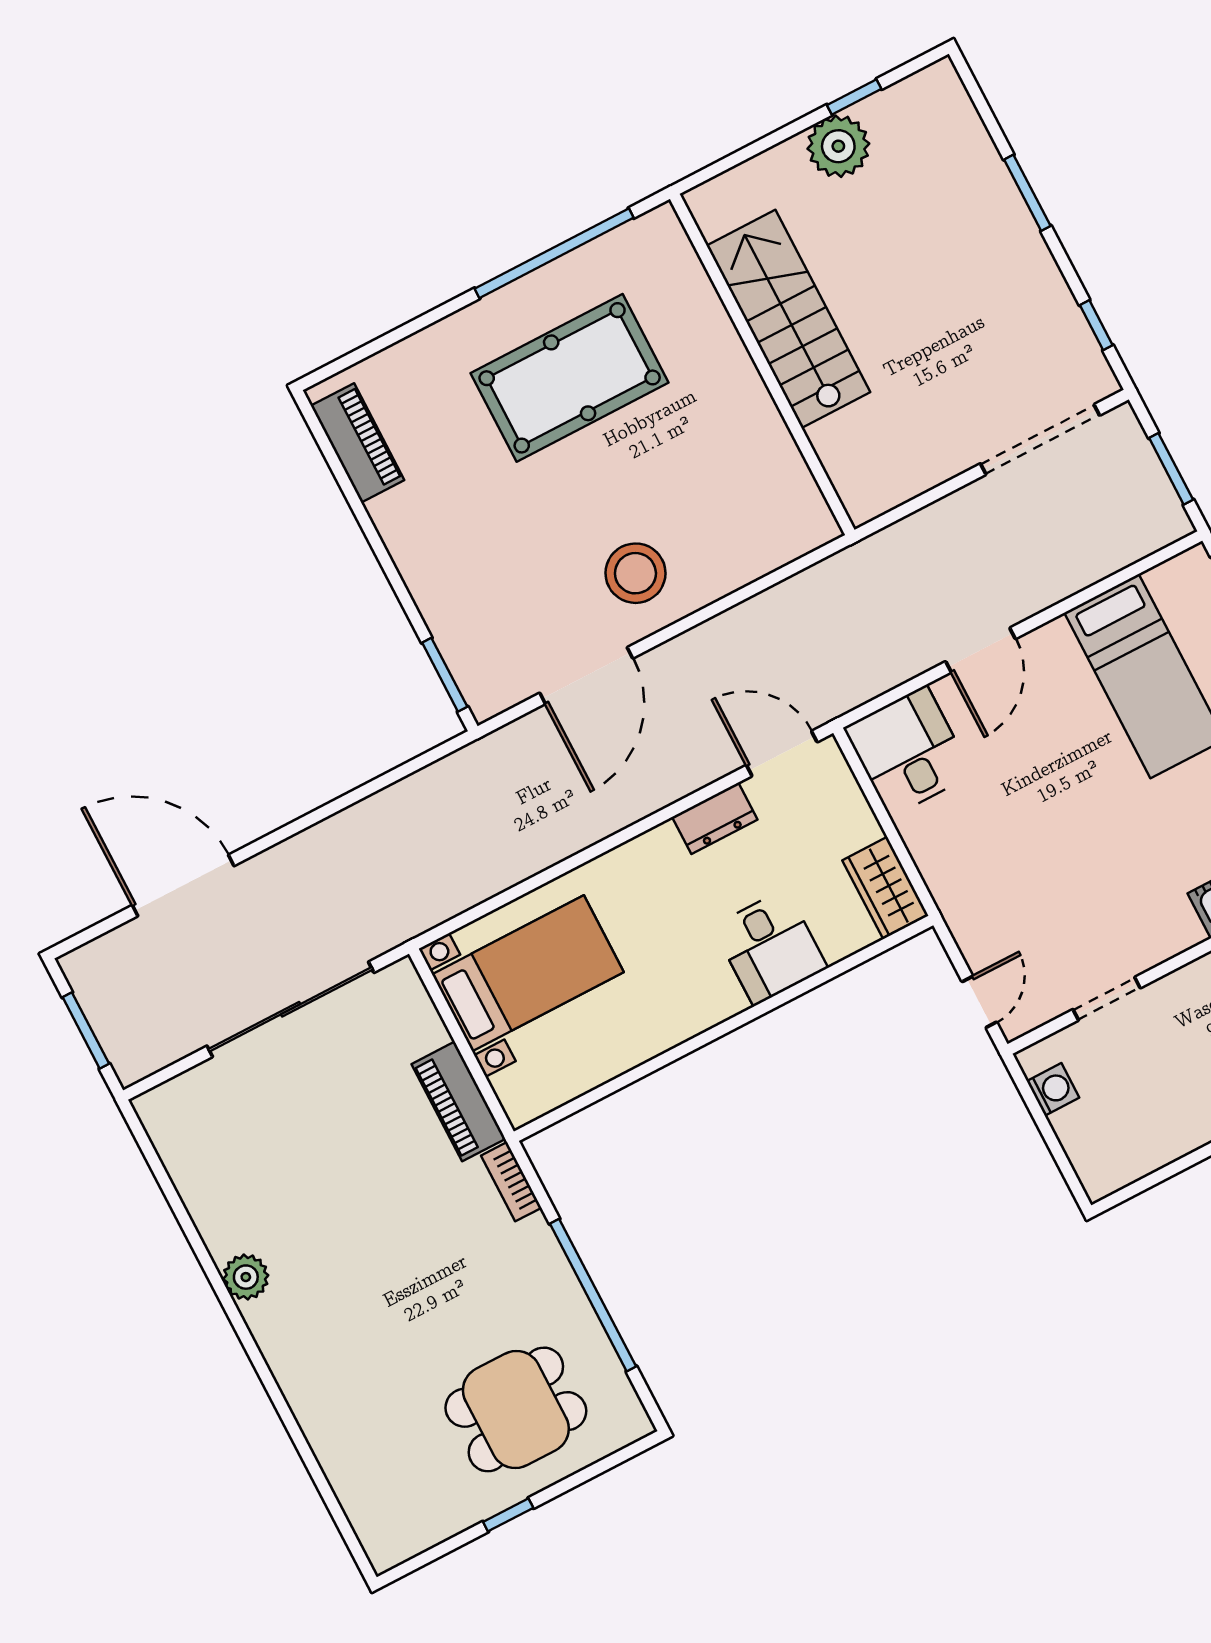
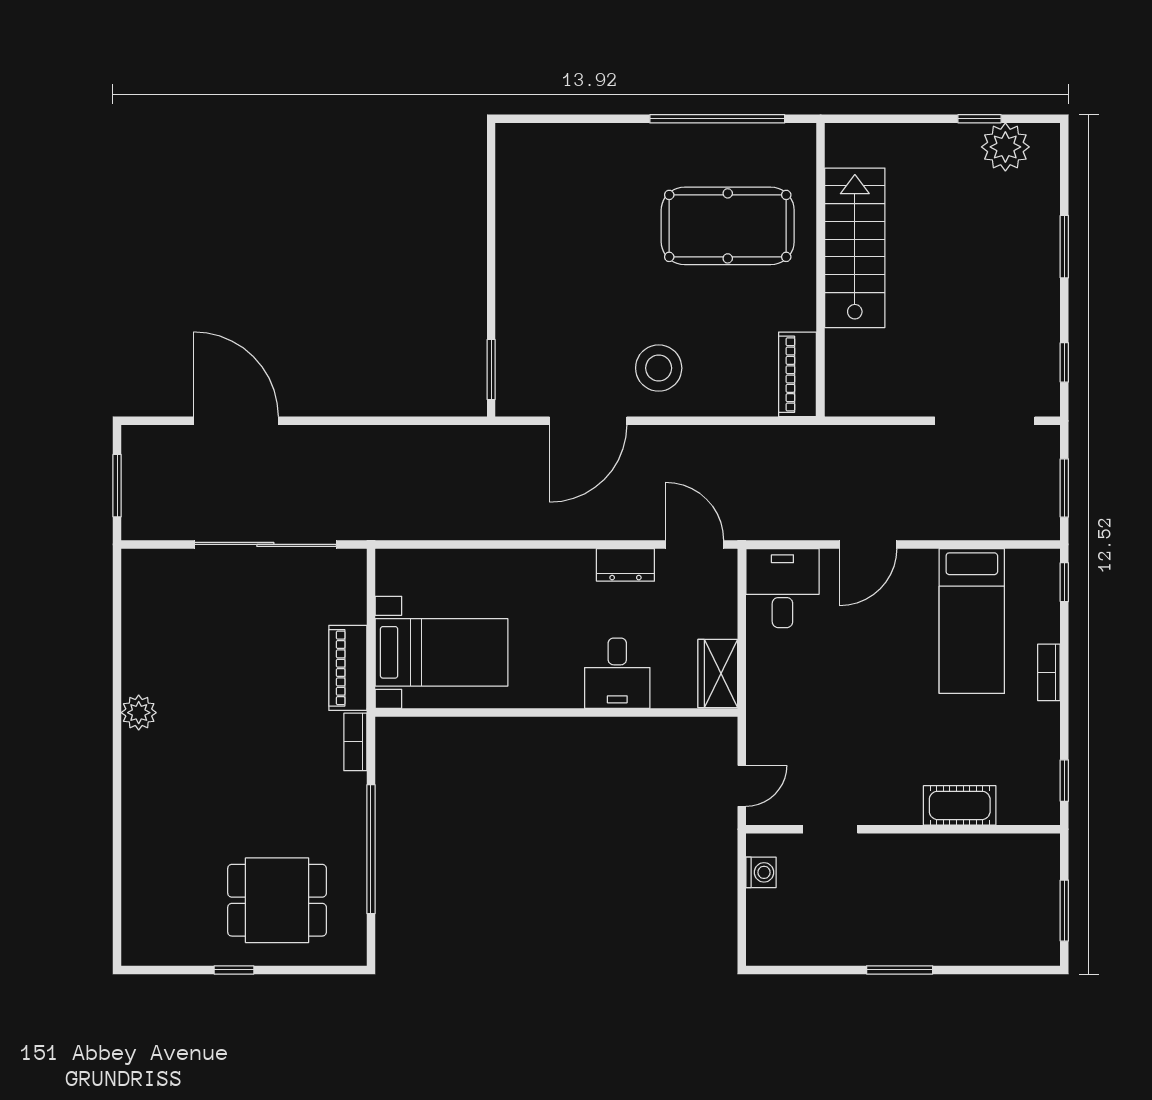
plant: (838, 146) -> (1005, 147), moved
pool table: (570, 378) -> (728, 226), moved
piano: (358, 443) -> (798, 374), moved, turned 180
bed with nightstands: (528, 973) -> (442, 652), moved

